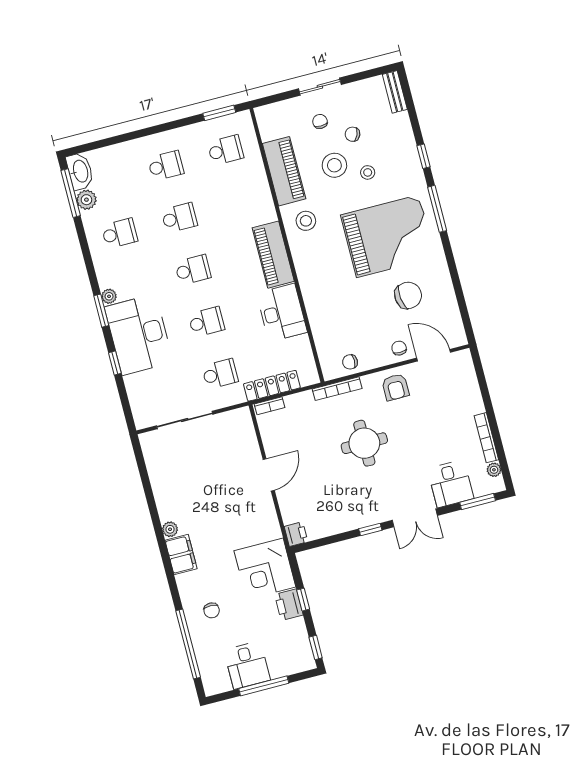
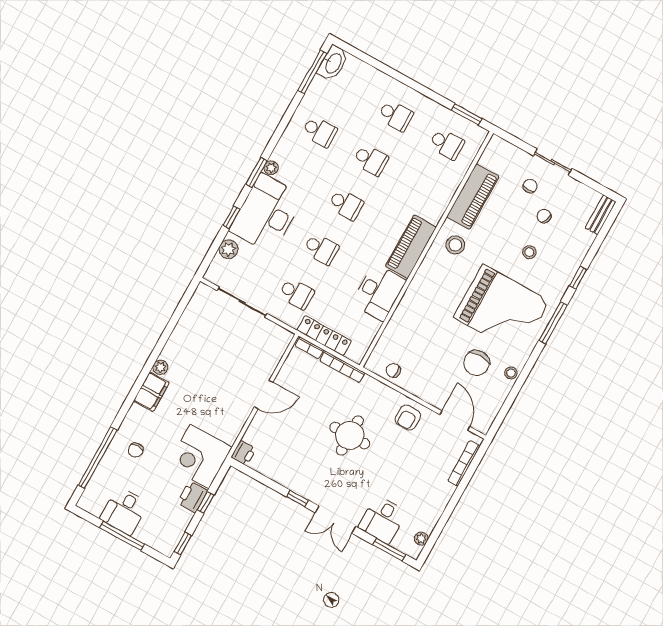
stool: (334, 165) -> (511, 373), moved, width x0.53, depth x0.53
plant: (86, 200) -> (228, 249), moved
chair: (408, 295) -> (477, 363), turned 97
chair: (399, 348) -> (436, 393), removed
bookcase: (337, 389) -> (342, 367), moved
bookcase: (486, 438) -> (464, 463), moved

